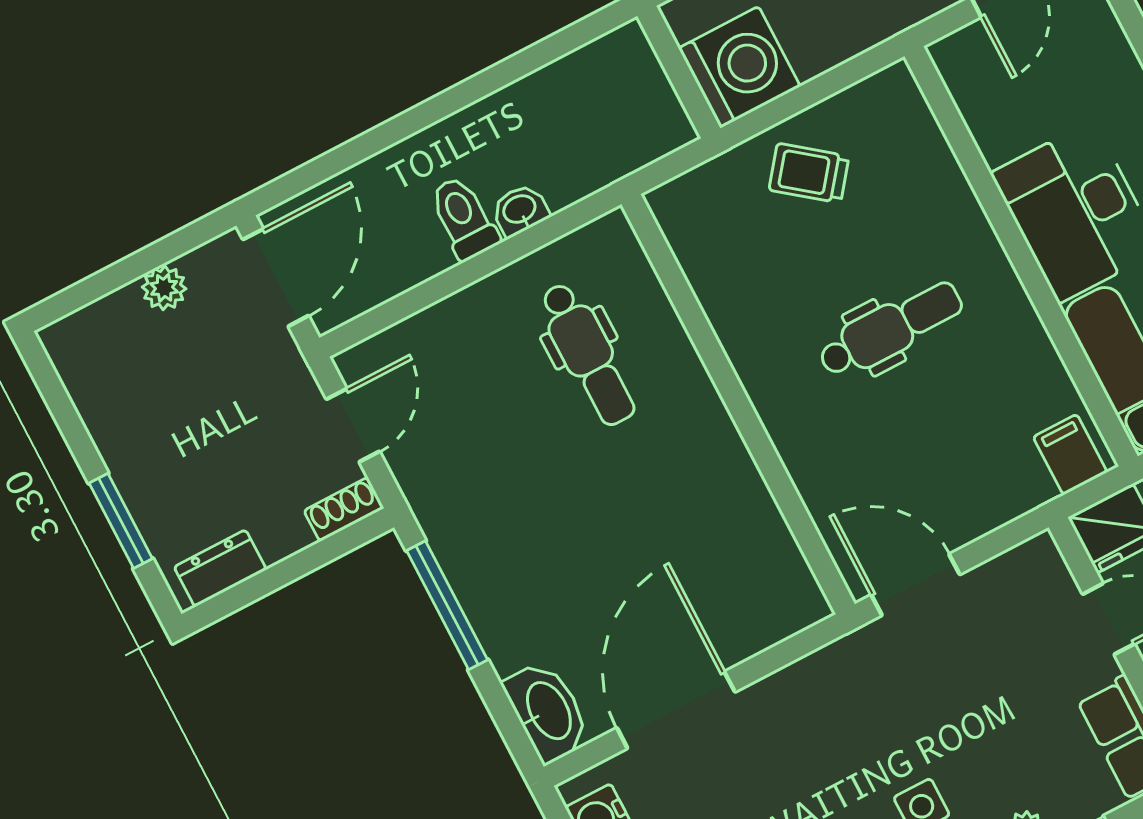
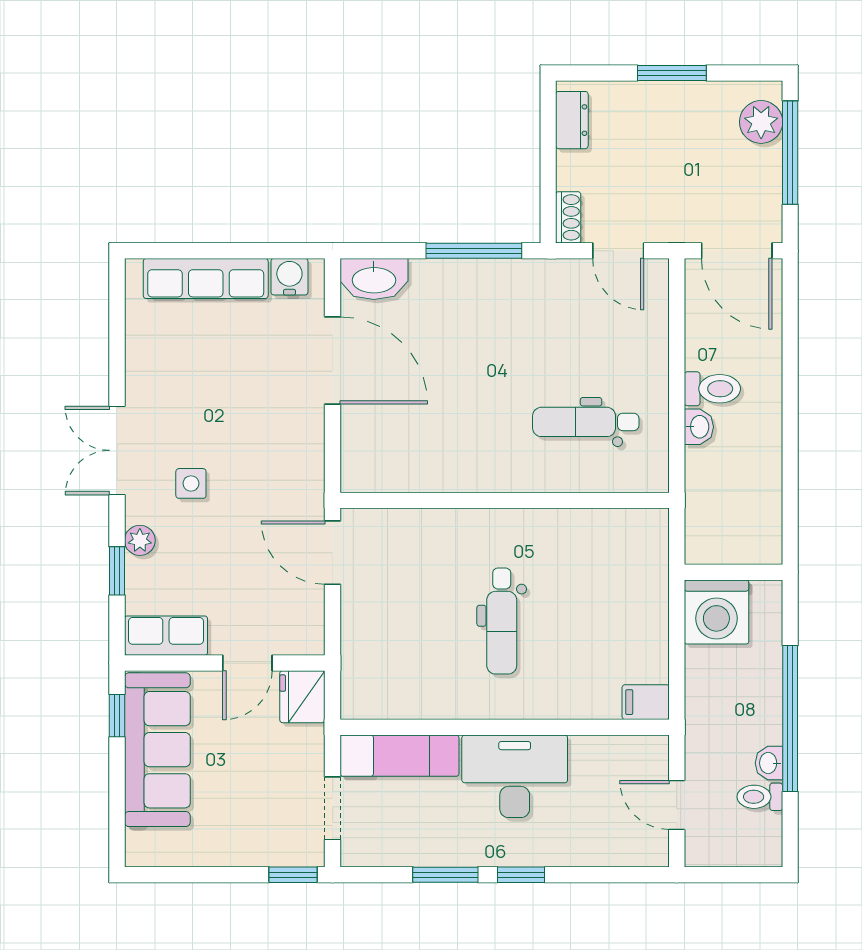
trolley: (809, 173) -> (627, 621), removed
window: (119, 275) -> (790, 153), added
plant: (164, 288) -> (761, 122), moved, width x1.38, depth x1.38
filing cabinet: (1070, 455) -> (646, 702), moved, turned 180
window: (121, 521) -> (672, 73), moved
door: (916, 585) -> (333, 553), swing flipped

